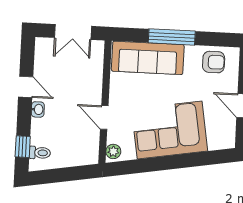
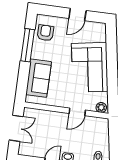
window: (172, 37) -> (28, 45), moved
sofa: (148, 58) -> (39, 78), width x0.73

